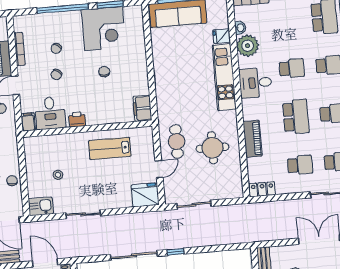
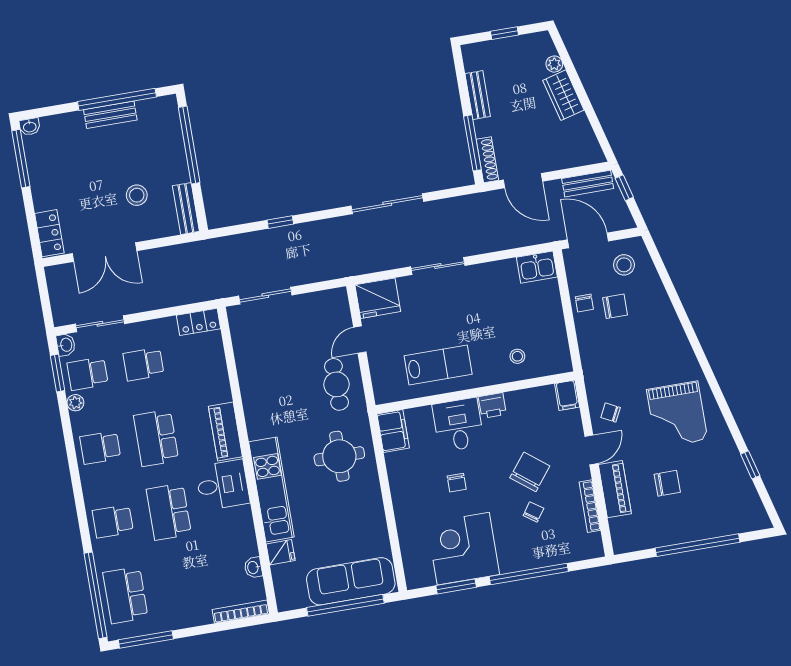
plant: (248, 46) -> (240, 541), removed
school desk: (292, 68) -> (169, 512), width x1.85
chair: (56, 75) -> (530, 472), width x1.87, depth x1.87
desk: (50, 113) -> (458, 425), moved
piano: (253, 139) -> (225, 431), moved
round table: (212, 148) -> (339, 456), moved
stool: (58, 175) -> (517, 356), moved
sliding door: (194, 205) -> (265, 296), moved
sliding door: (83, 214) -> (438, 266), moved
window: (175, 252) -> (280, 222), moved

